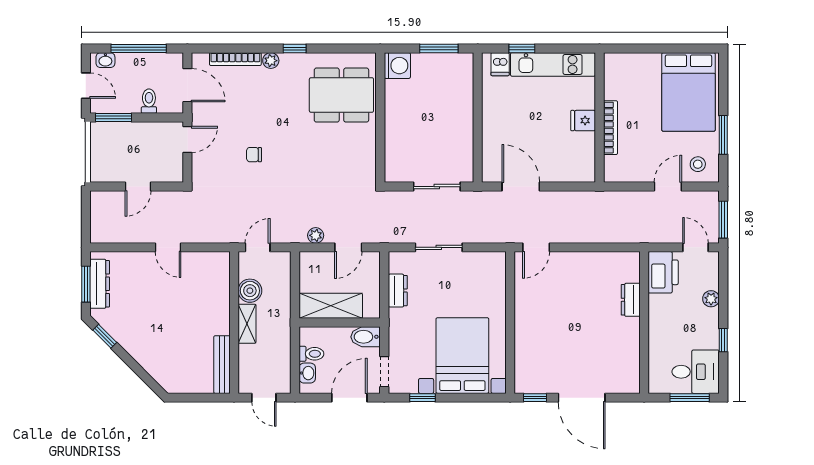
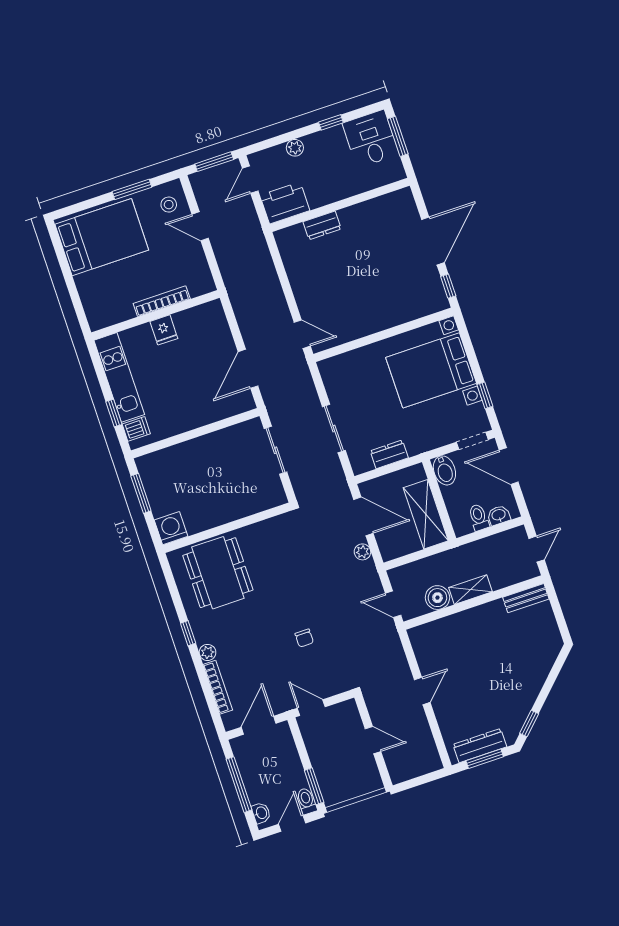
toilet: (149, 101) -> (307, 801), moved, turned 90
door: (348, 247) -> (363, 516), width x1.38
bench: (222, 365) -> (526, 598), width x0.73

